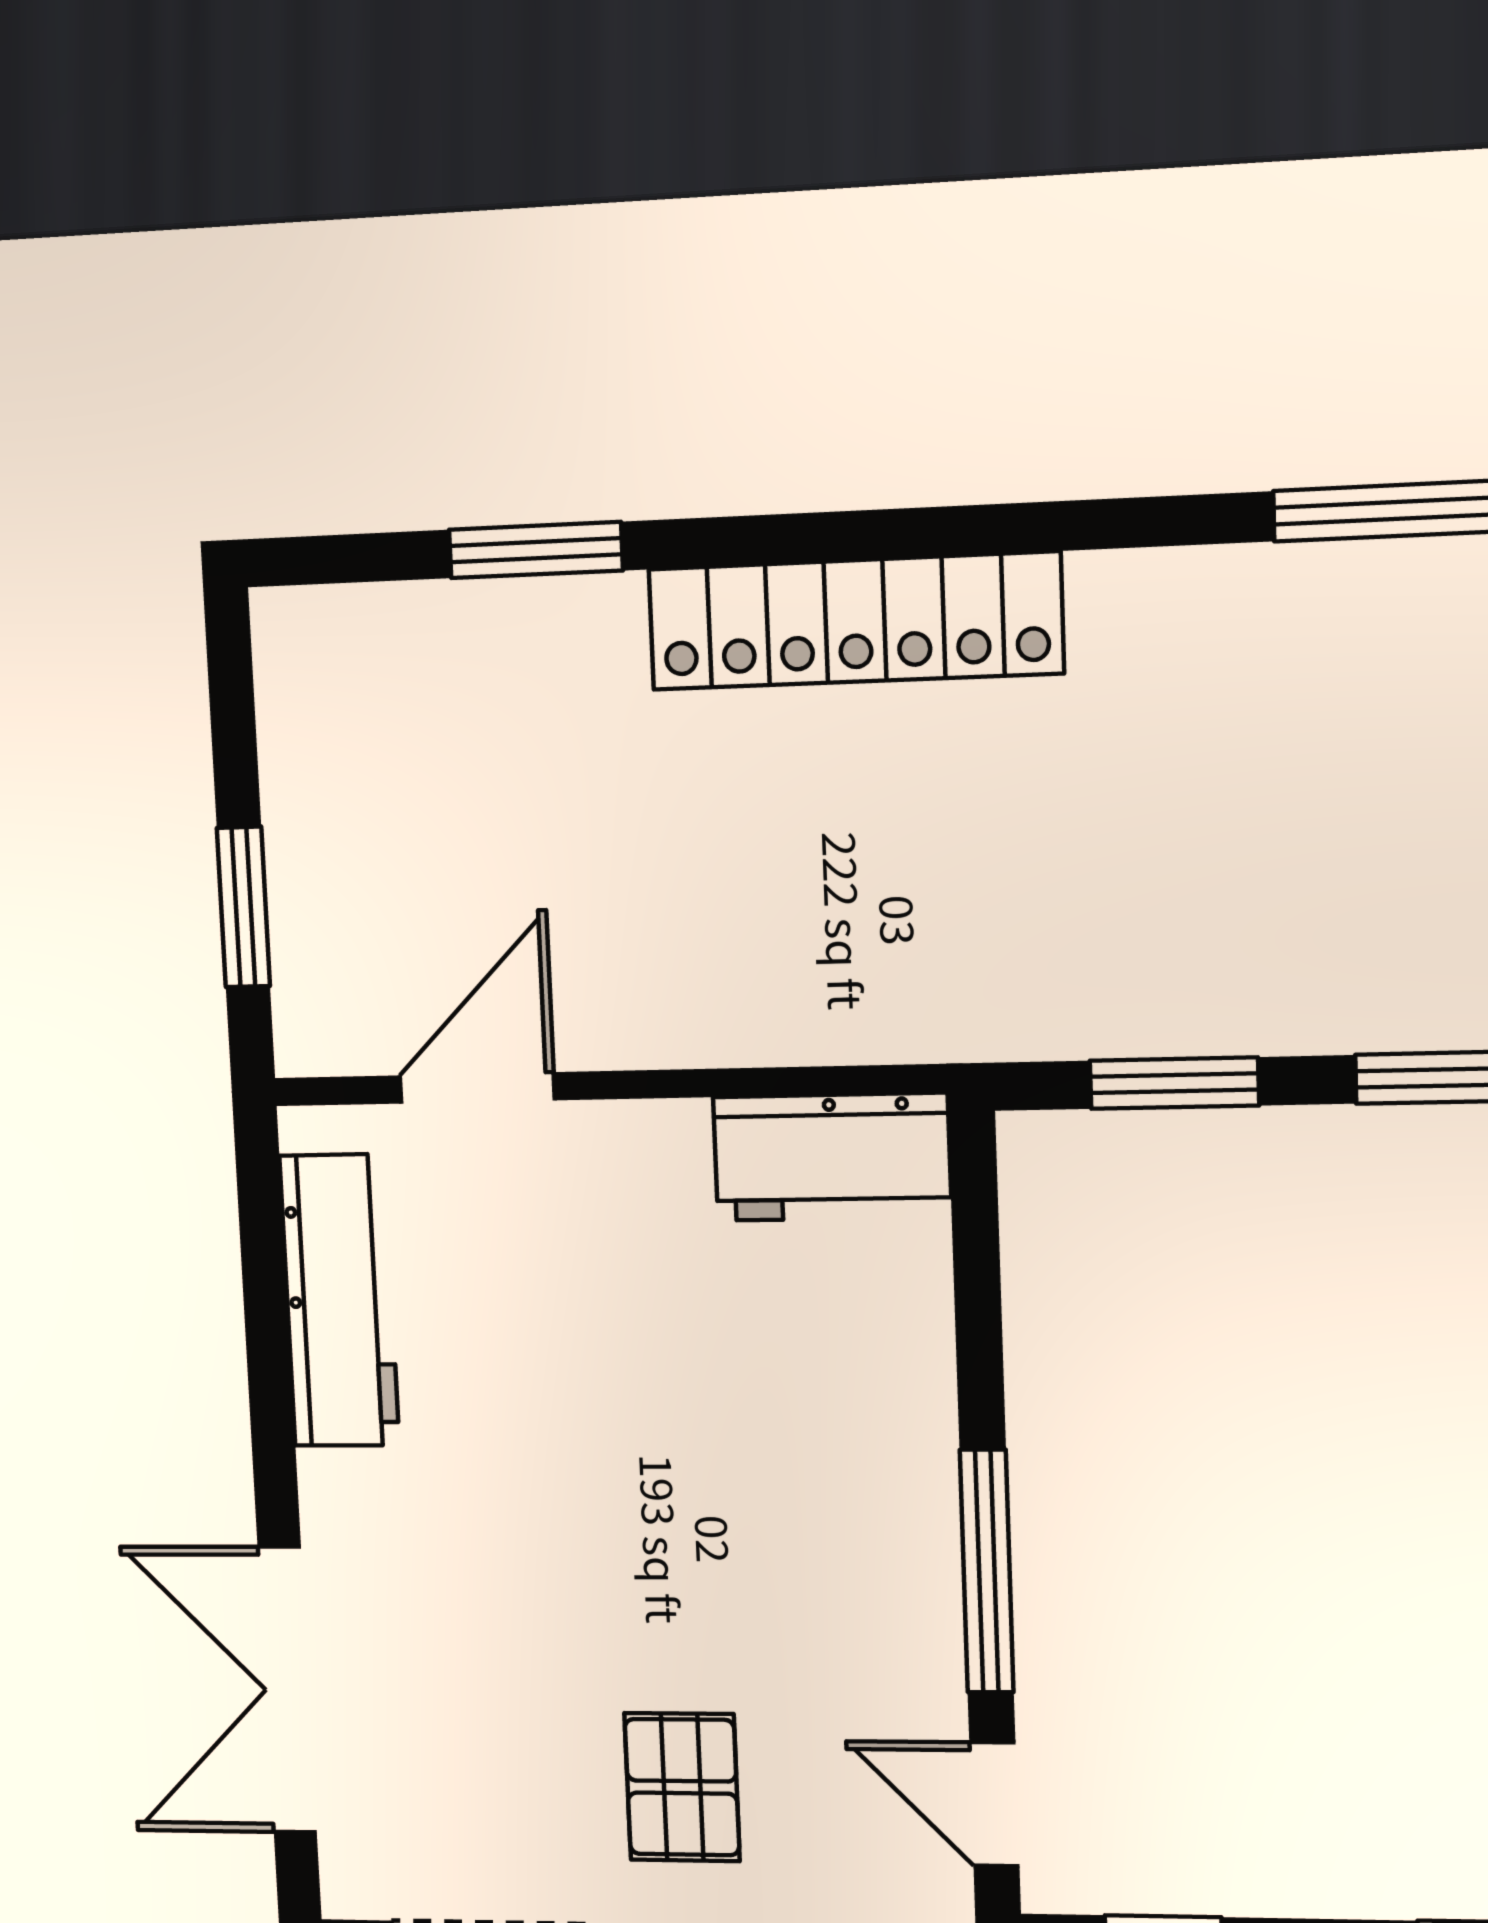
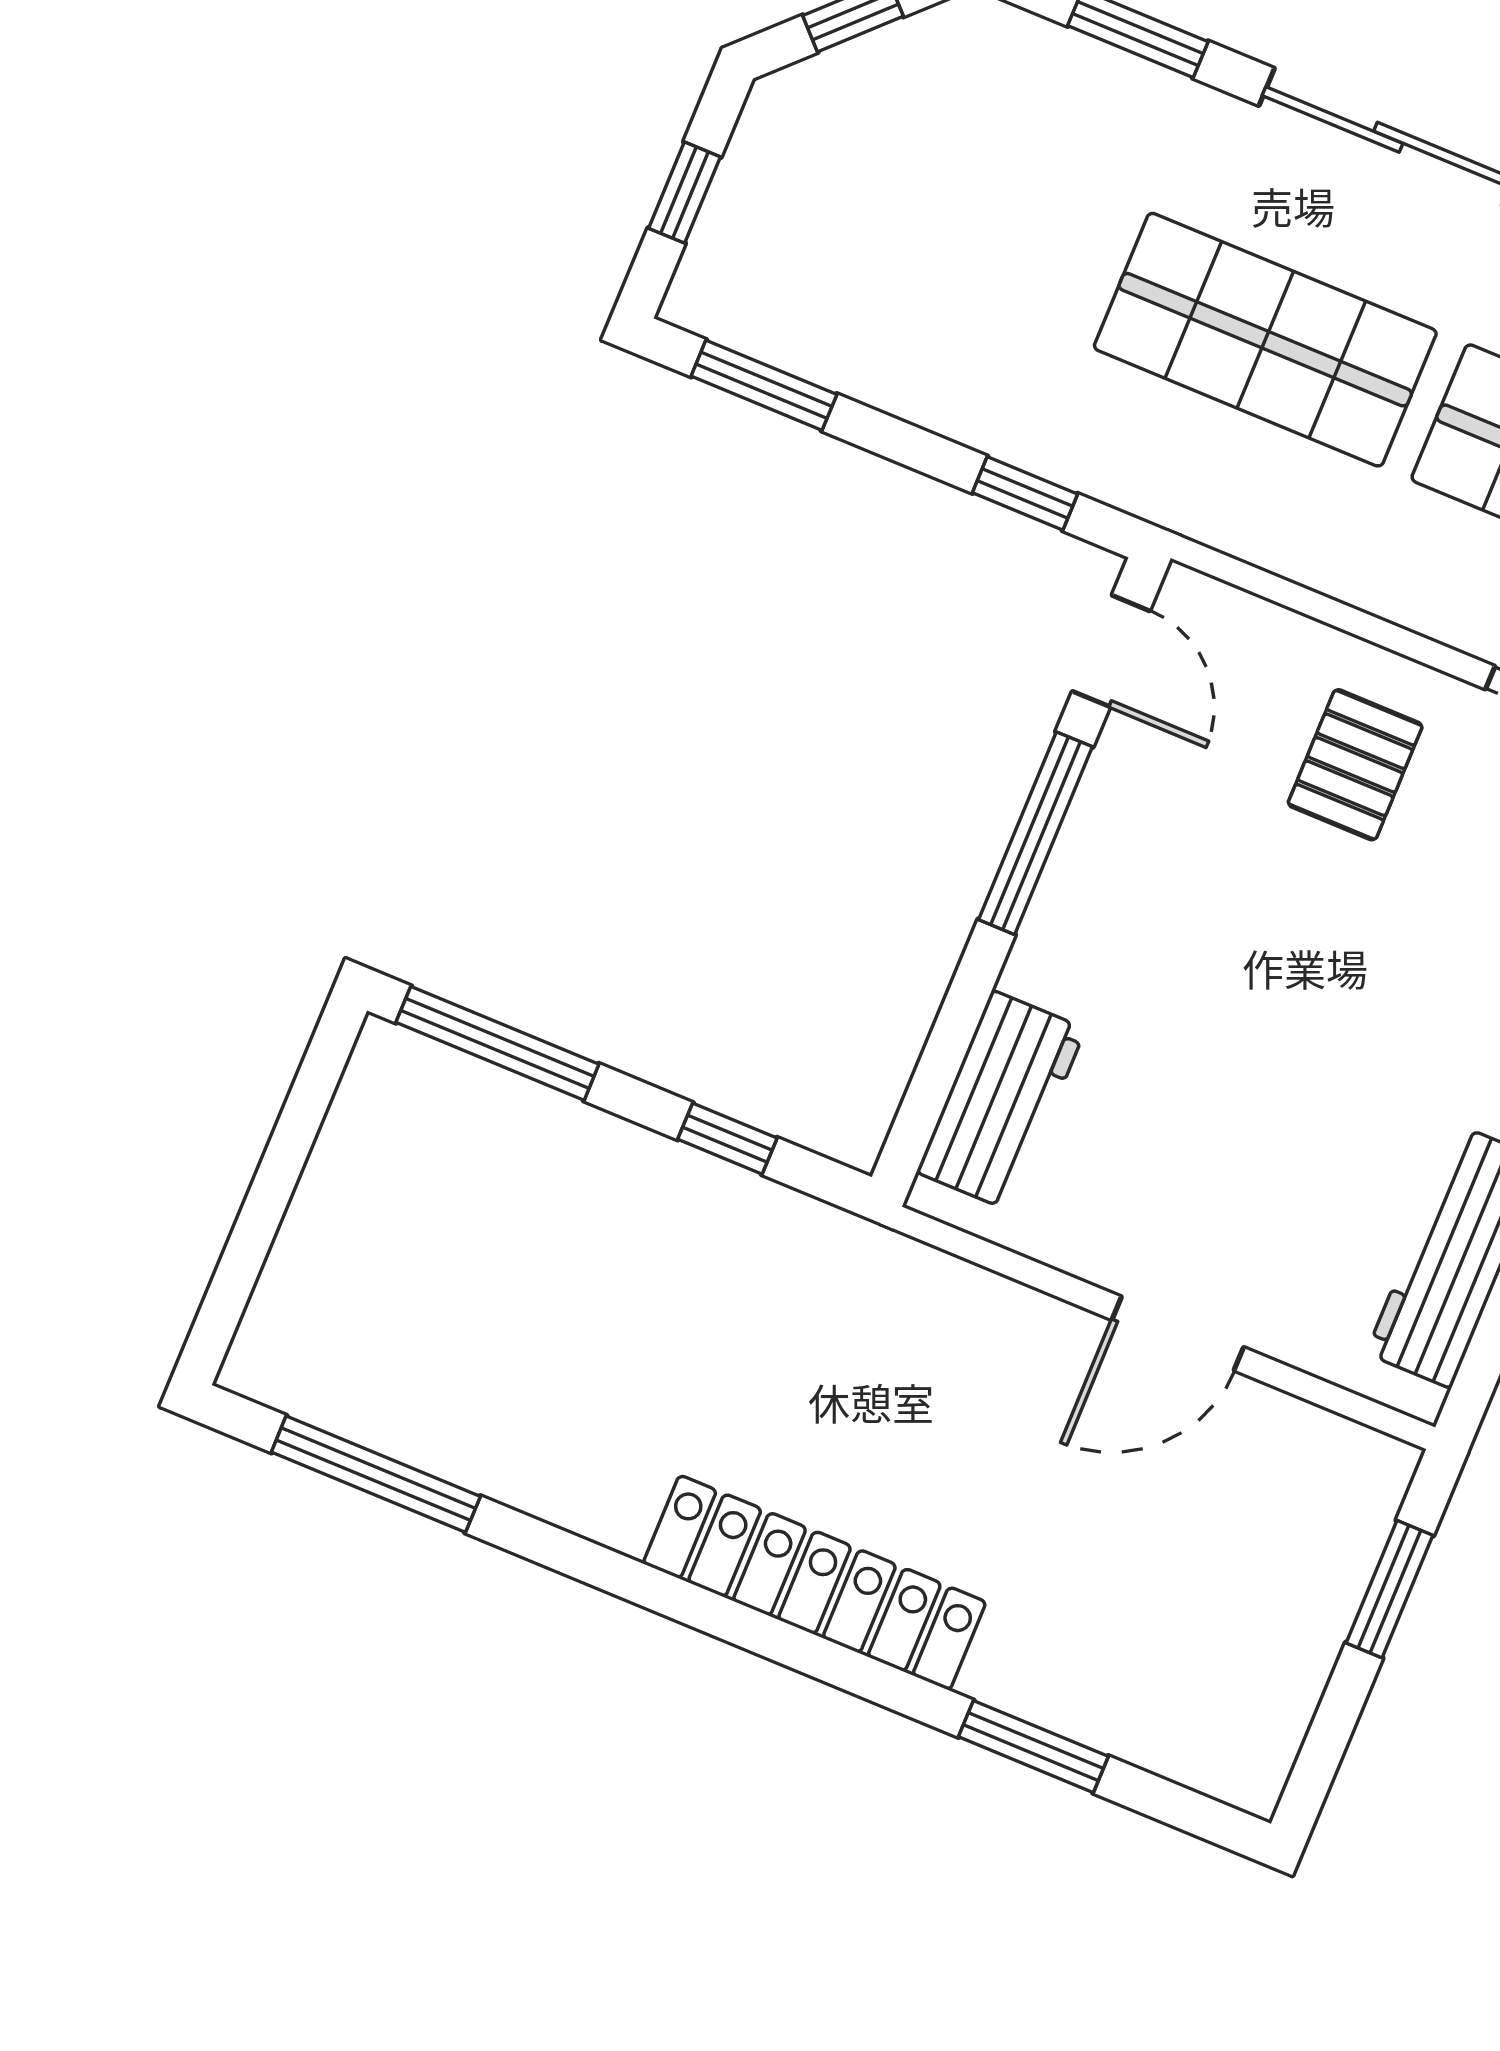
window: (1174, 1083) -> (727, 1139), width x0.67
door: (477, 1088) -> (1178, 1334), moved
workbench: (832, 1157) -> (1001, 1101), moved, turned 90

